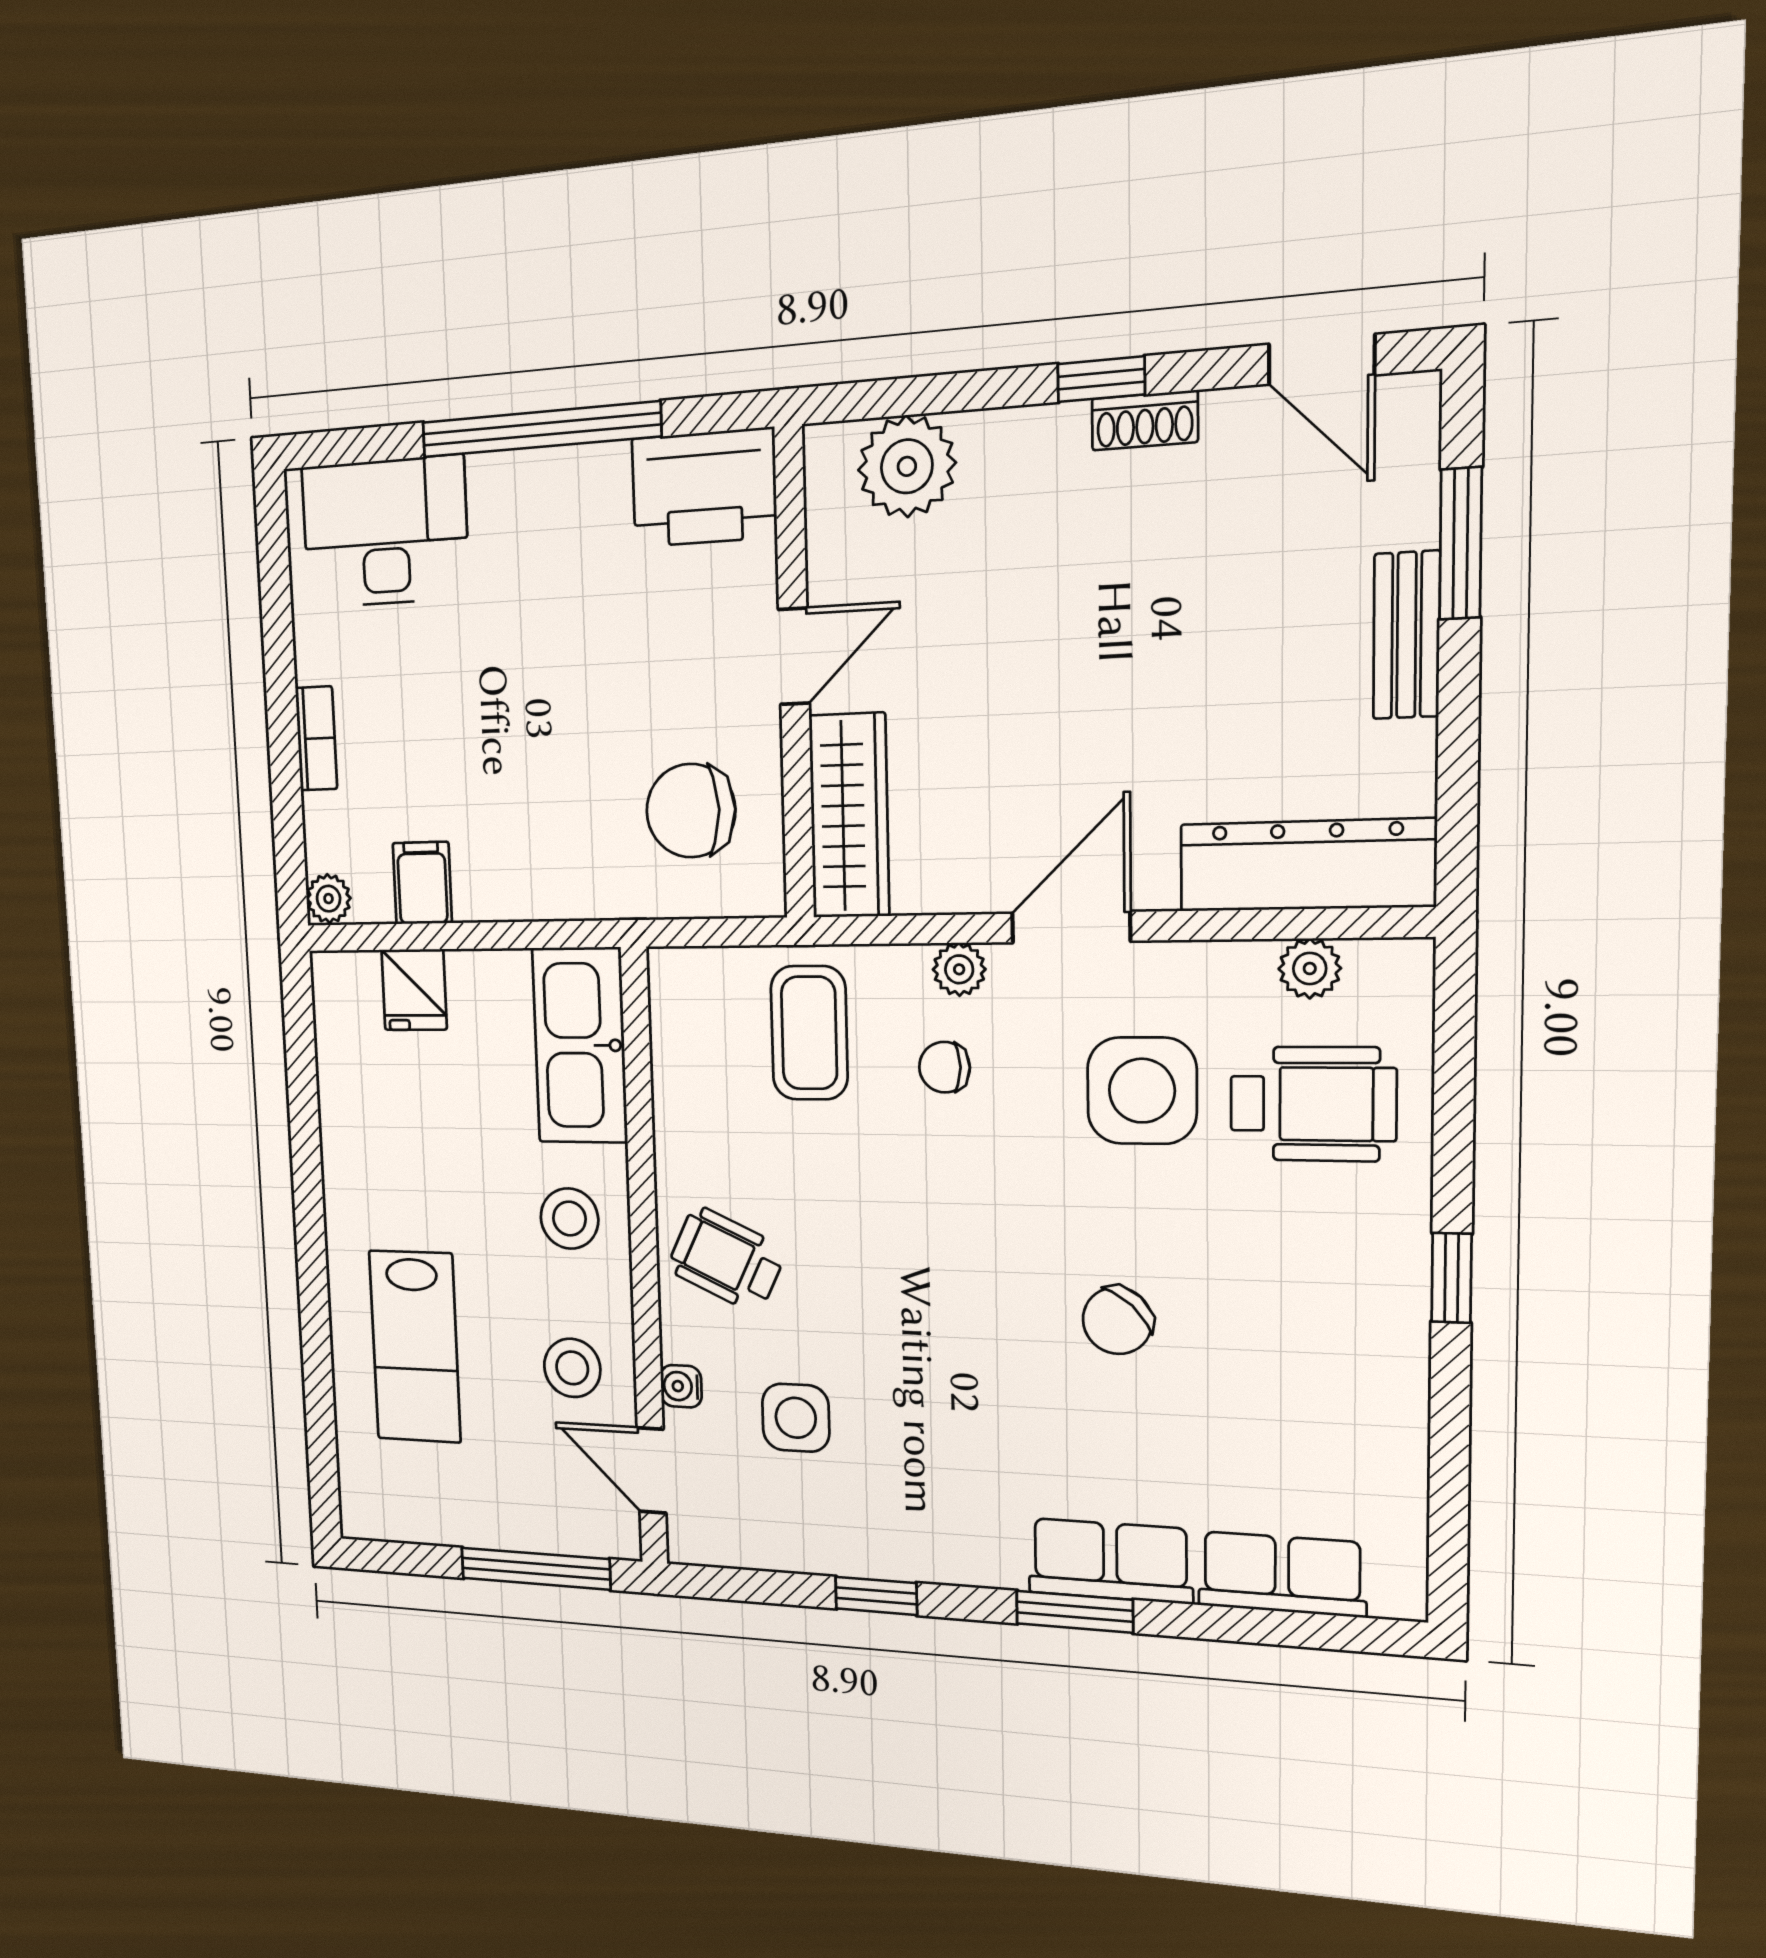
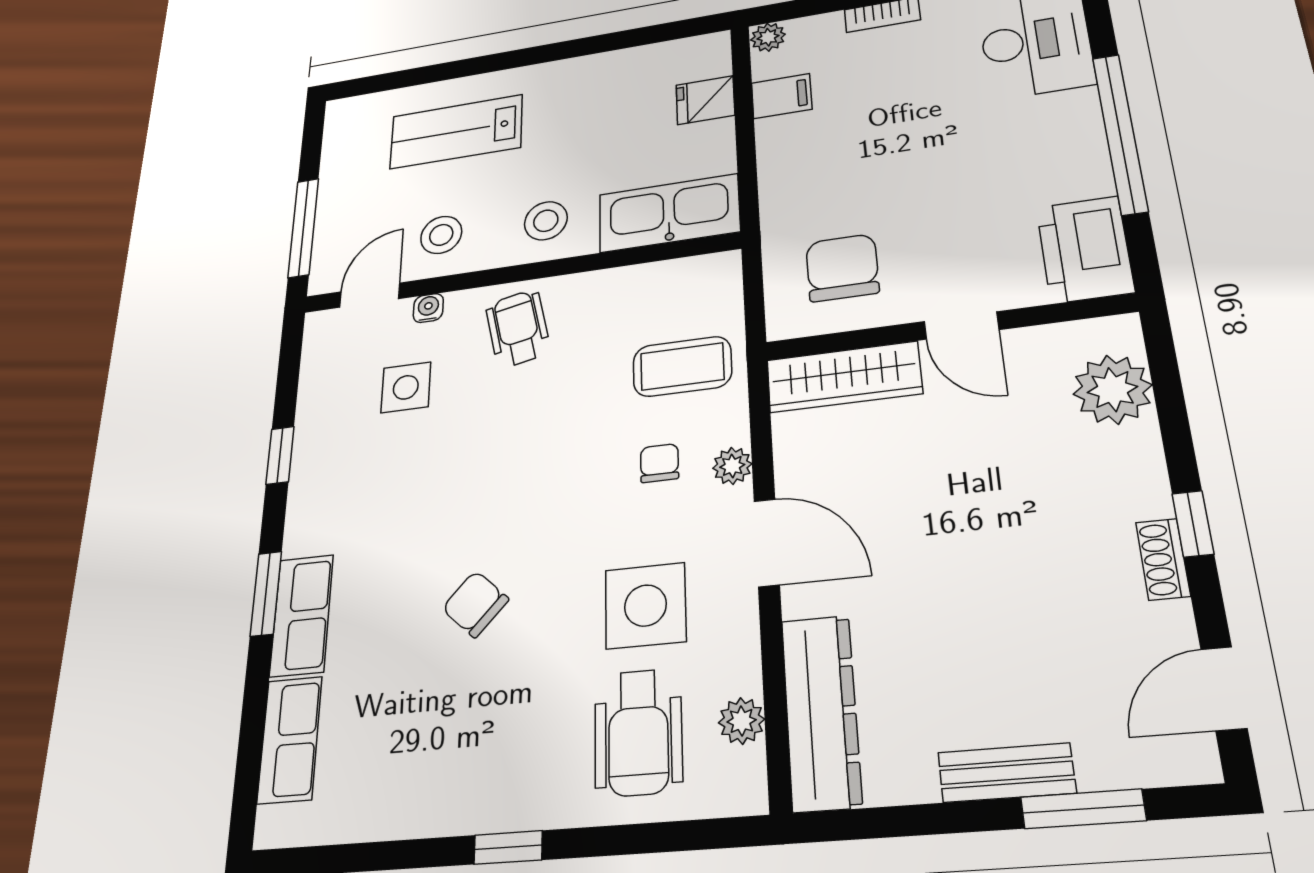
wheelchair: (727, 1259) -> (518, 328), turned -37

